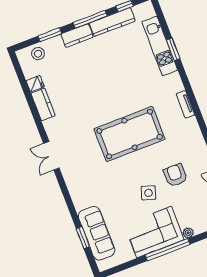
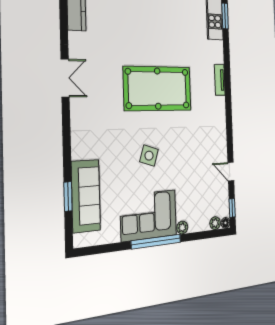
double door: (51, 156) -> (65, 78), swing flipped
armchair: (175, 175) -> (189, 155), removed
side table: (148, 193) -> (149, 156), moved

